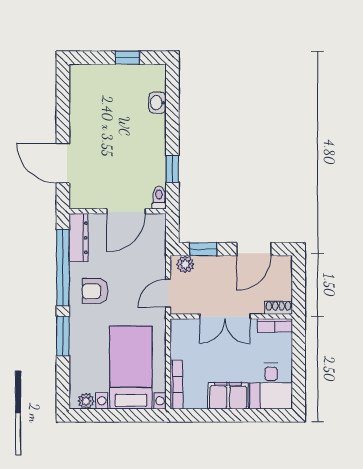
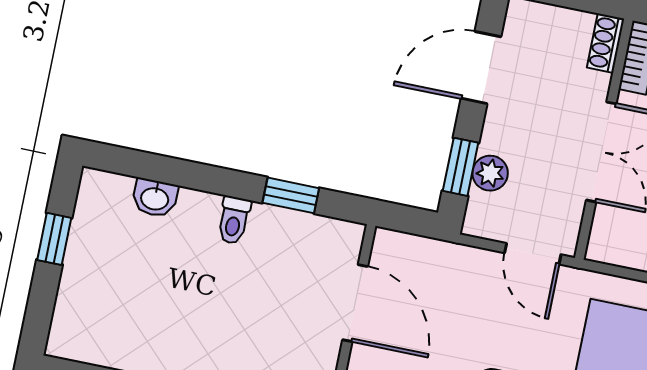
toilet: (159, 198) -> (234, 220), moved, turned -90
door: (254, 249) -> (481, 68), swing flipped
plant: (185, 264) -> (490, 173), moved

